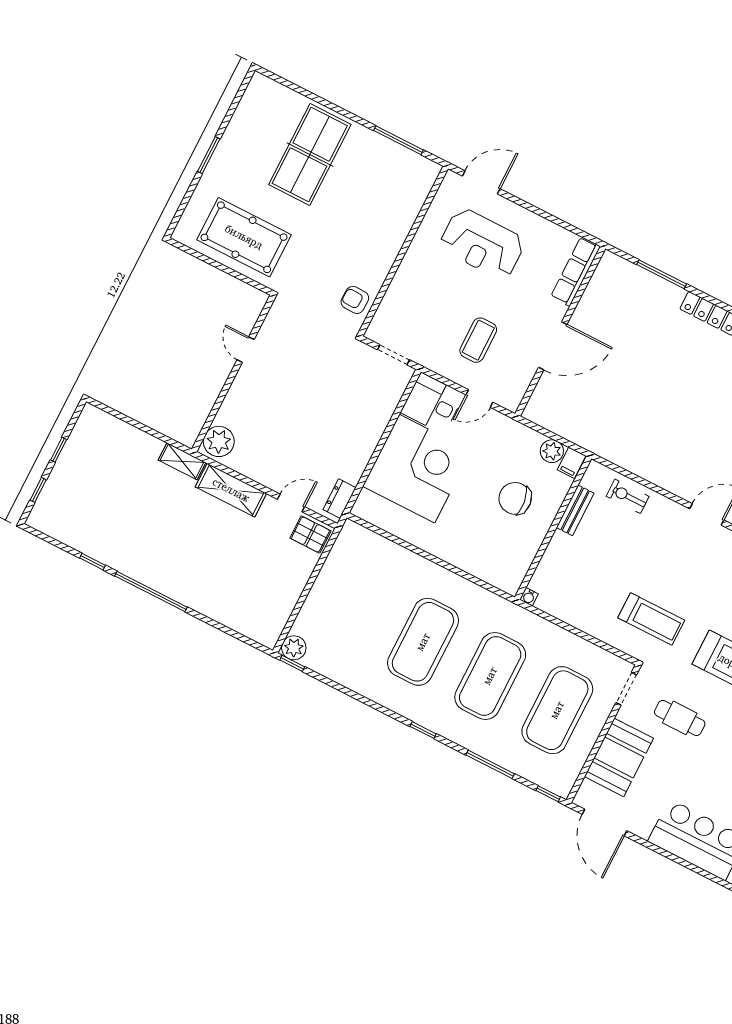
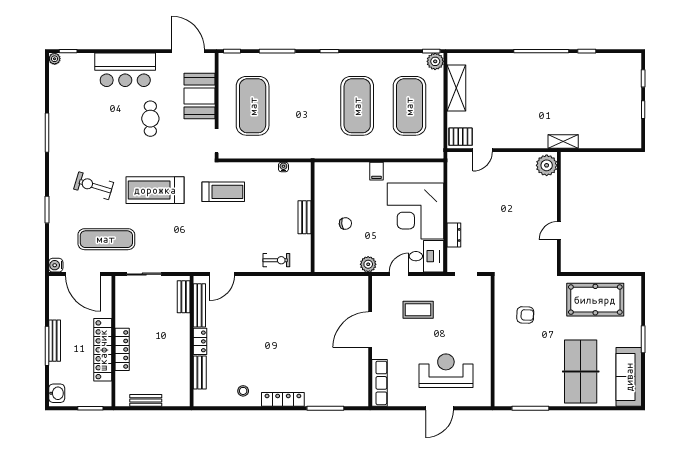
sofa: (252, 116) -> (629, 377), added
door: (481, 182) -> (440, 408), moved
armchair: (355, 300) -> (525, 315), moved
coffee table: (478, 340) -> (418, 310), turned 90
door: (246, 350) -> (559, 231), swing flipped
plant: (552, 451) -> (368, 264), moved
filing cabinet: (572, 463) -> (376, 171), moved, turned 180
shelving: (231, 490) -> (456, 88), moved, turned 90
chair: (515, 498) -> (345, 223), width x0.54, depth x0.54
dresser: (339, 499) -> (454, 235), moved
bench: (575, 510) -> (304, 217), moved
water cooler: (529, 597) -> (283, 167), moved
treadmill: (651, 619) -> (223, 192), turned 180
exercise mat: (490, 676) -> (409, 106), moved
cafe table: (680, 718) -> (150, 119), moved, turned 90

